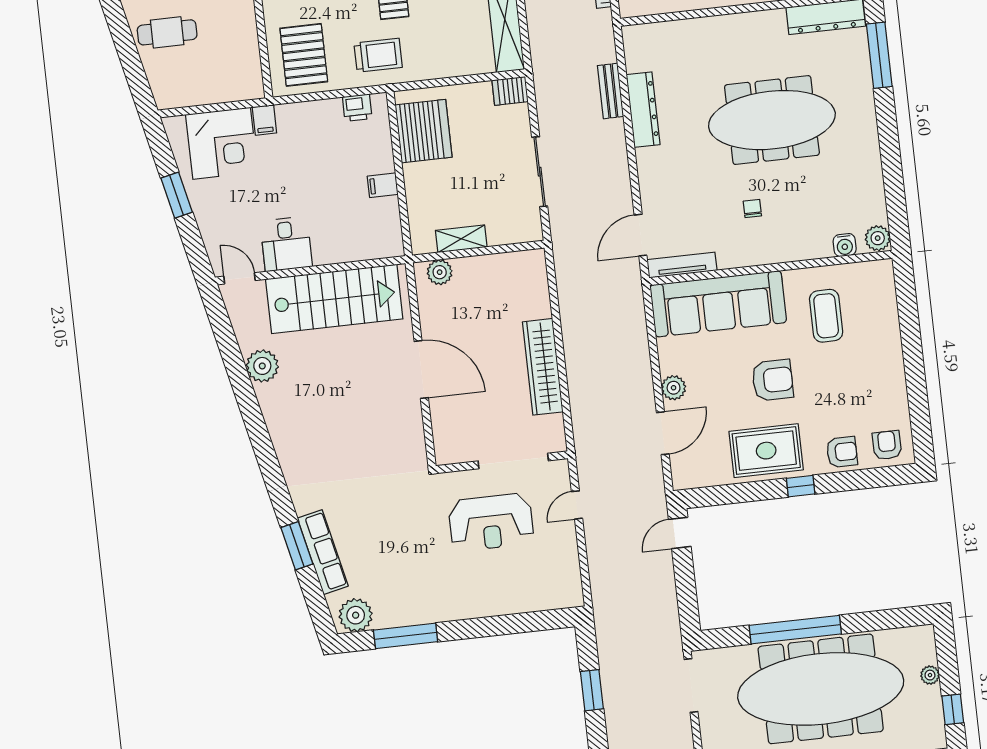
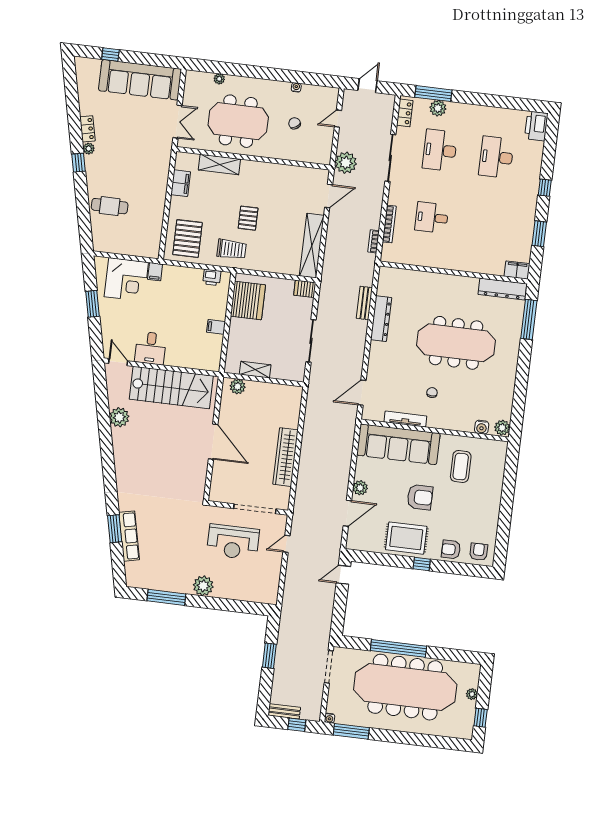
tv unit: (682, 265) -> (405, 419), moved
armchair: (842, 452) -> (451, 549), turned 180
plant: (356, 615) -> (203, 586), moved

